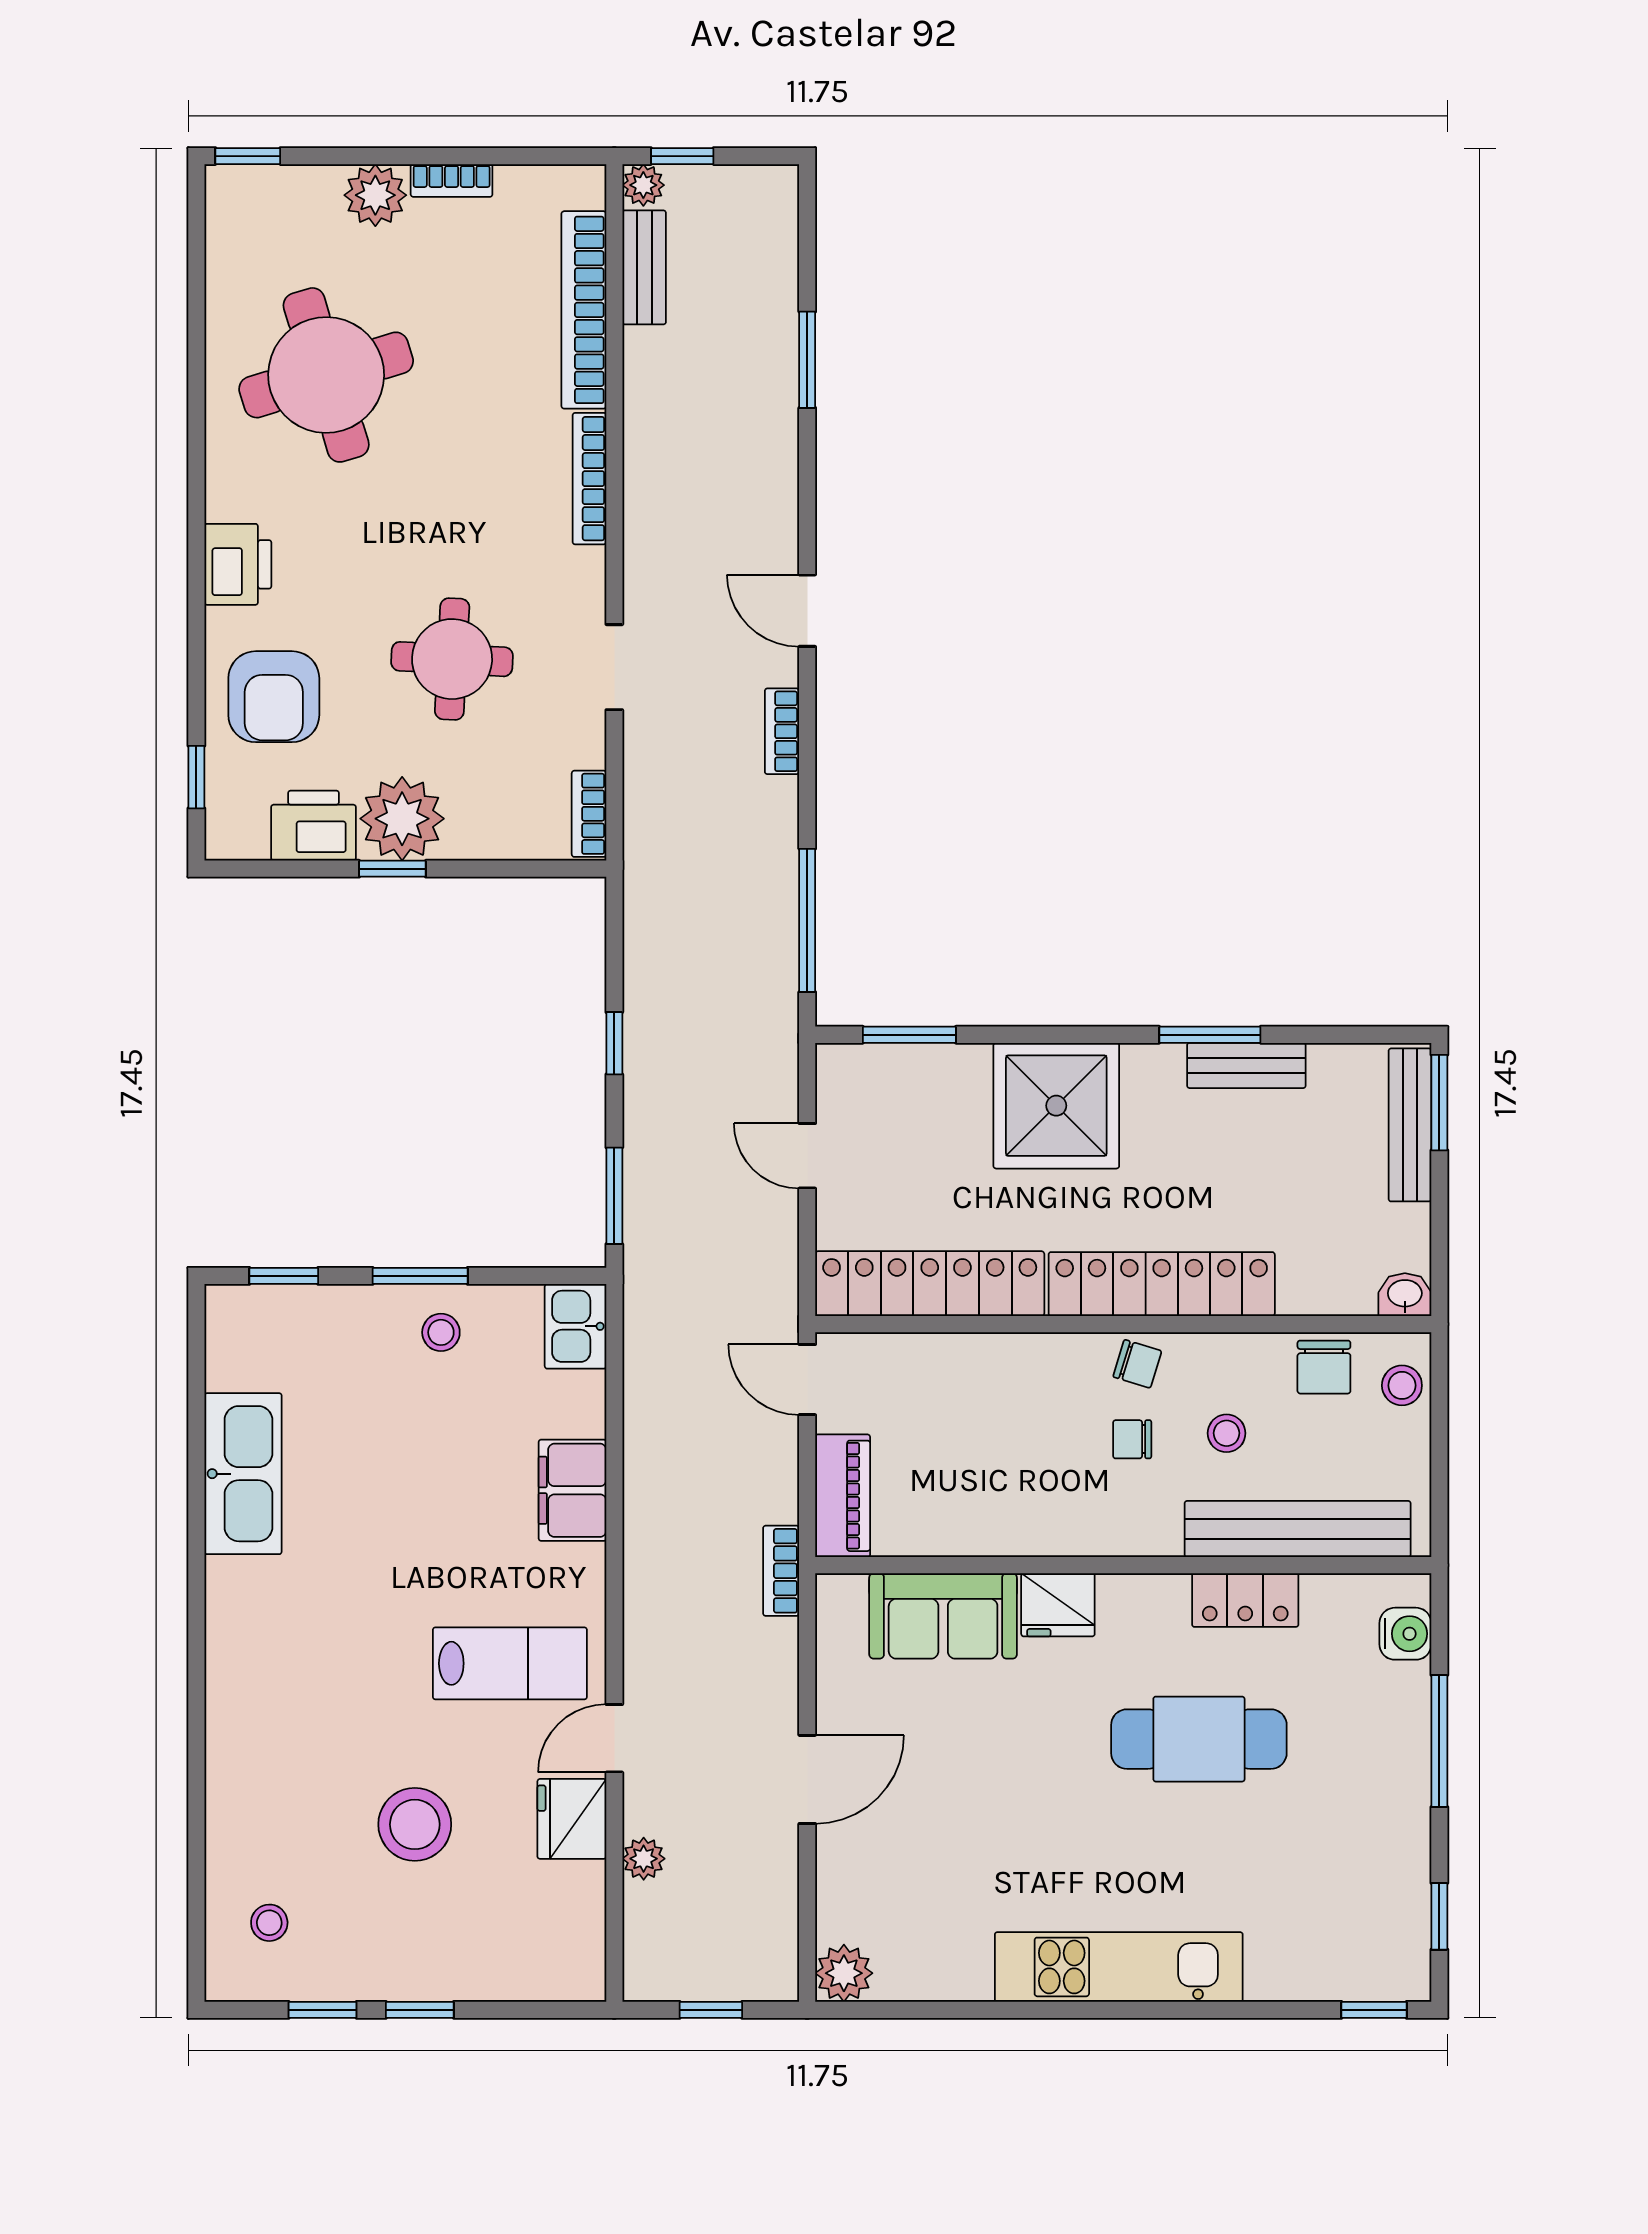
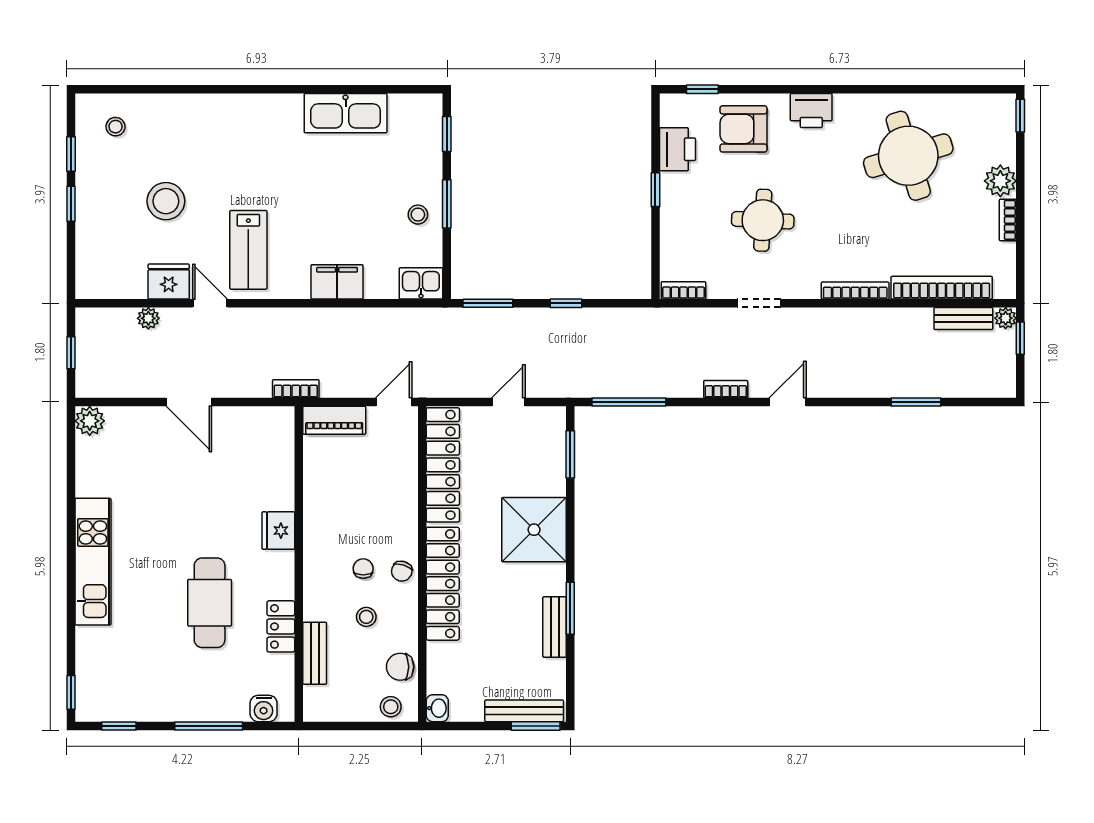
plant: (402, 819) -> (681, 195), removed
bench: (1298, 1529) -> (315, 653), width x0.54, depth x0.82
sofa: (943, 1616) -> (273, 472), removed

